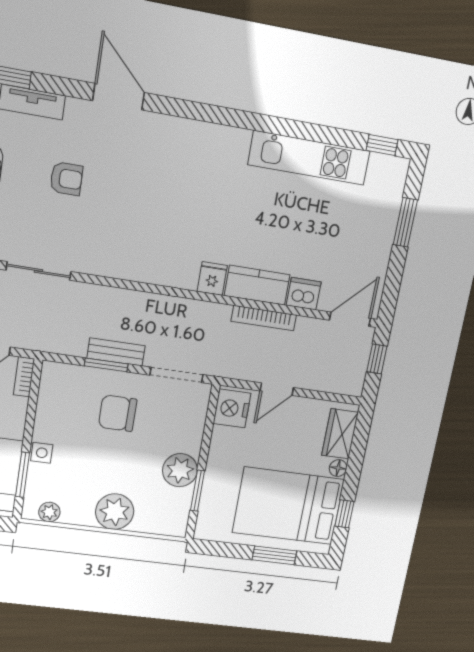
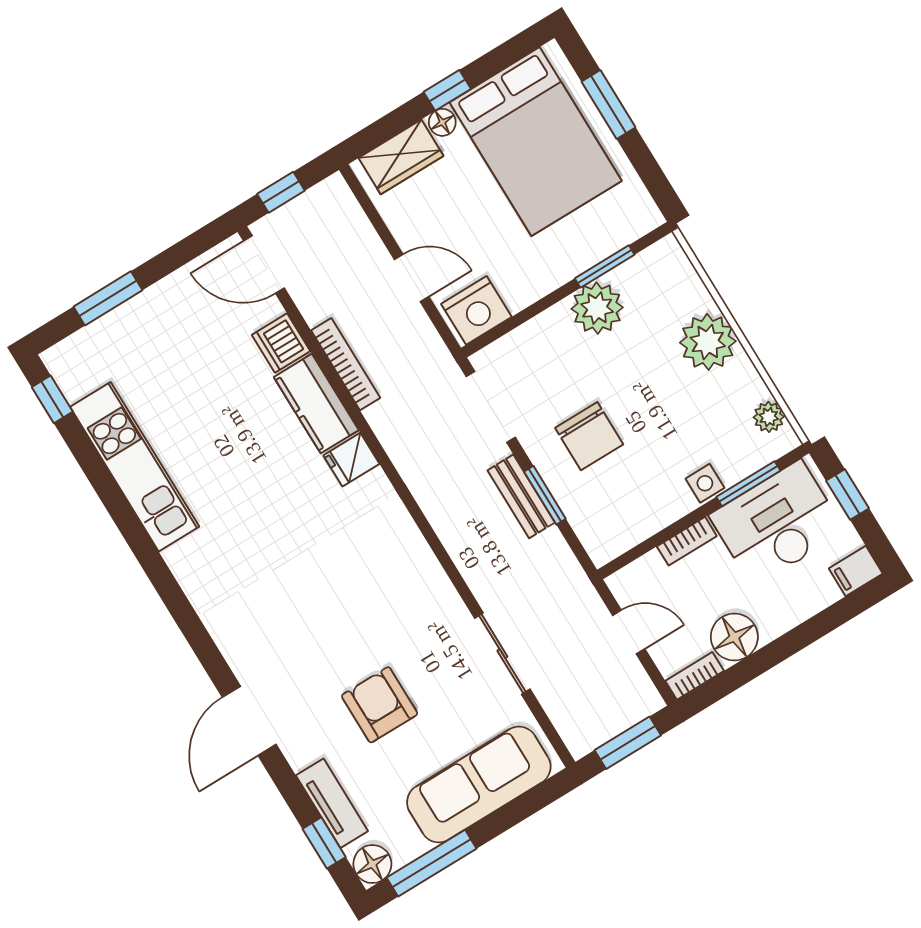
armchair: (66, 179) -> (380, 705), width x1.38, depth x1.38
bookcase: (24, 377) -> (687, 541), moved
window: (344, 514) -> (447, 90), moved

